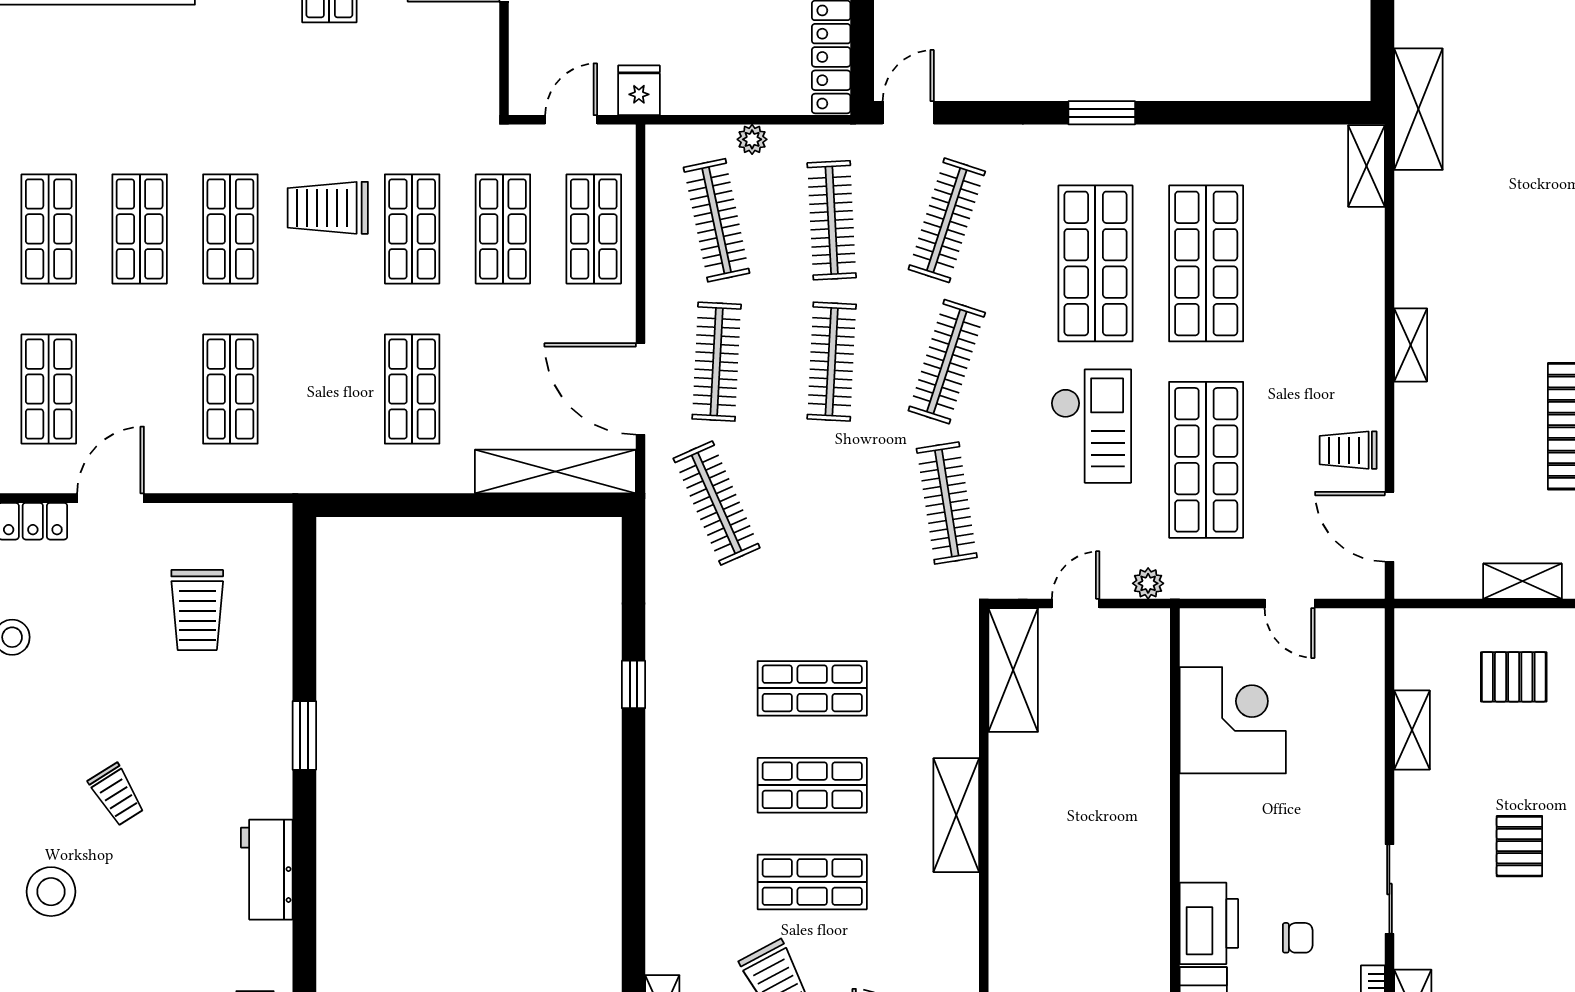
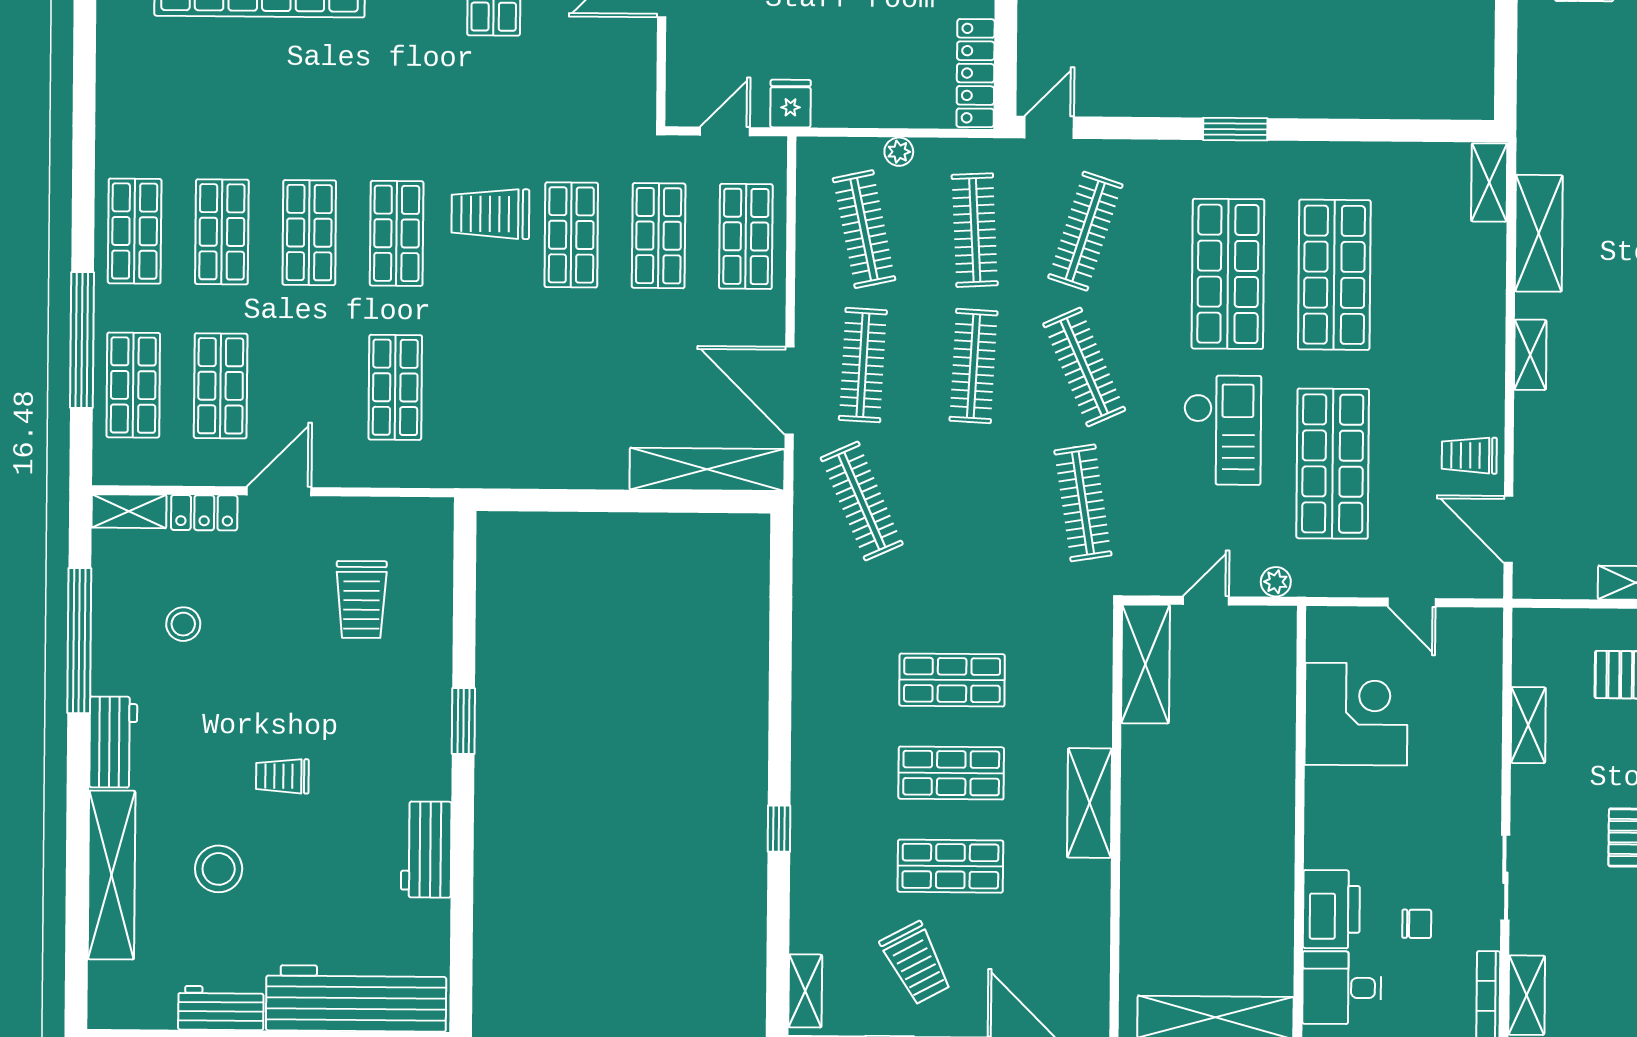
shelving: (1418, 109) -> (1539, 233), moved
clothes rail: (947, 362) -> (1084, 367), turned -42
shop shelf: (412, 389) -> (570, 389), removed
window: (634, 684) -> (779, 829), moved
trolley: (117, 795) -> (282, 776), turned 122

